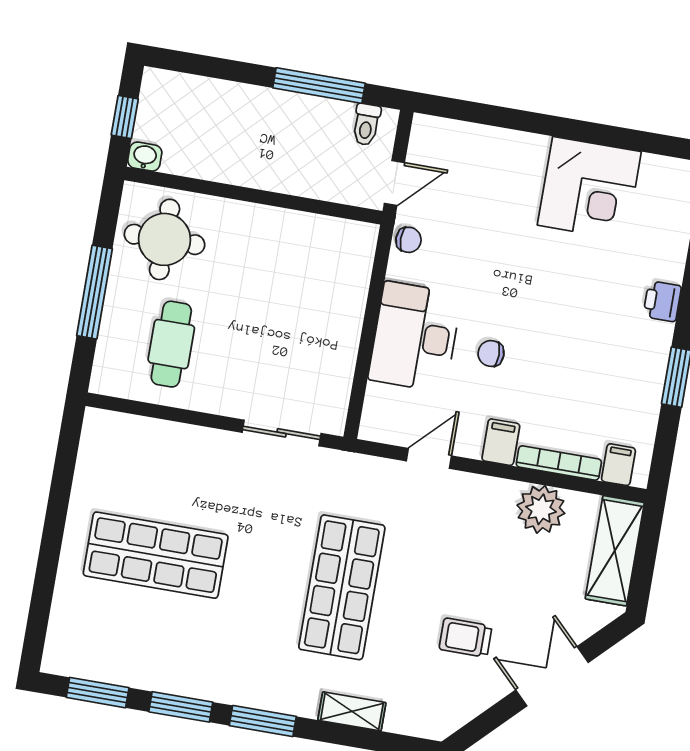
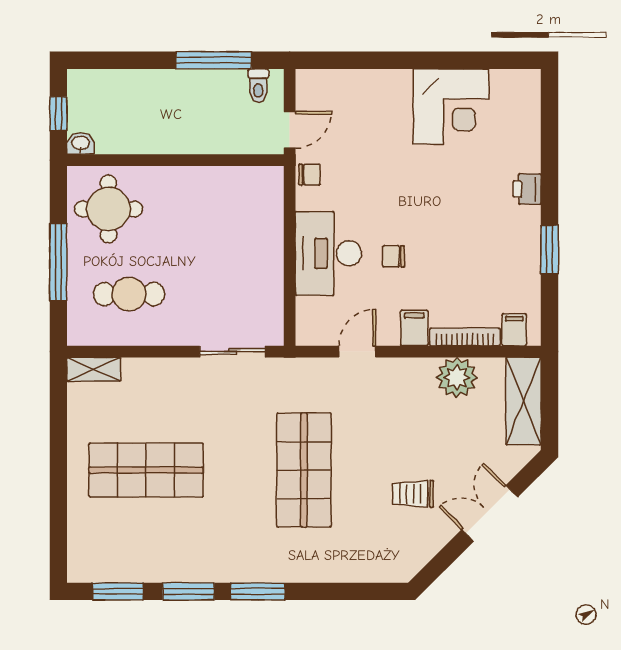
cafe table: (171, 344) -> (129, 294), turned 90
shelving: (352, 711) -> (94, 369), moved

